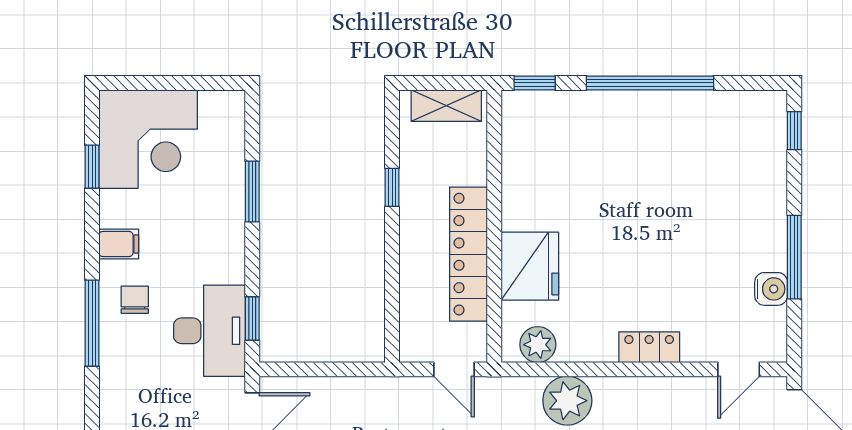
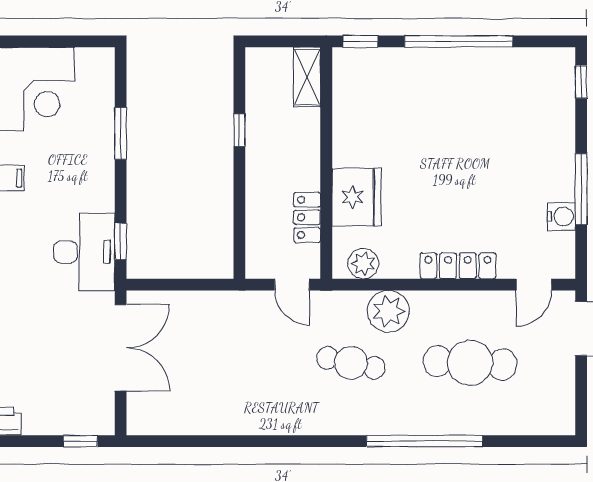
shelving: (446, 106) -> (307, 77), moved, turned 90
locker: (469, 254) -> (307, 217), width x0.46, depth x0.83
chair: (135, 300) -> (21, 226), removed
locker: (649, 347) -> (458, 266), width x1.53

